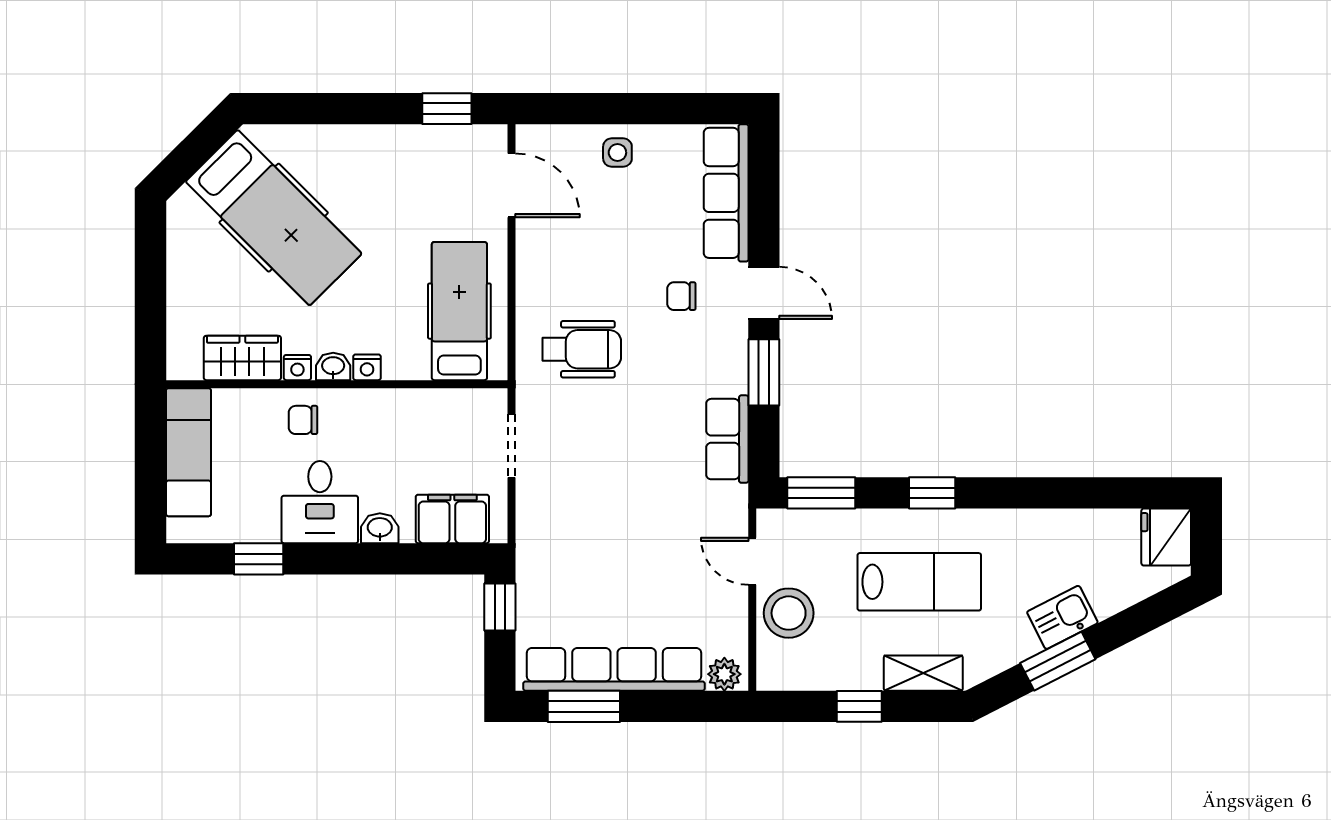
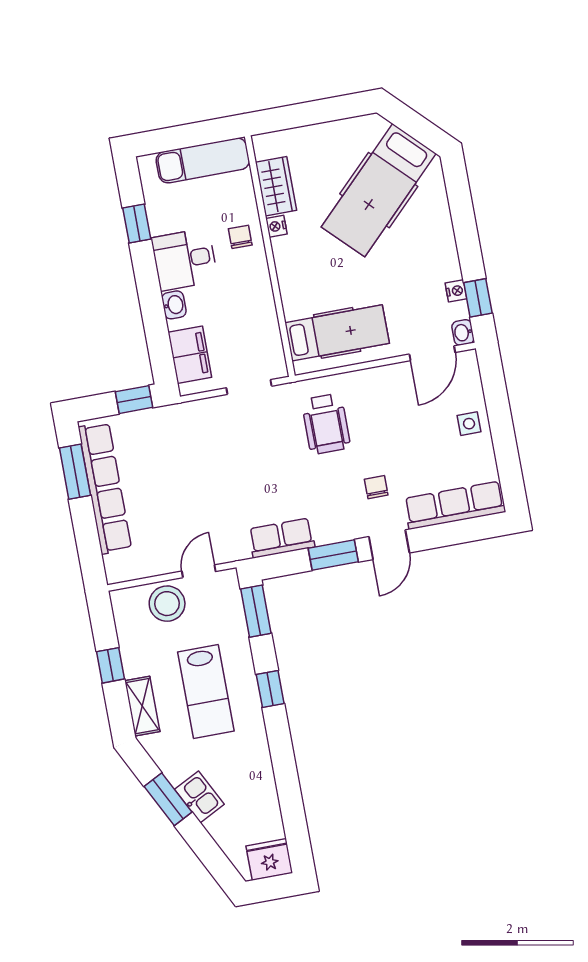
washbasin: (333, 366) -> (463, 332), moved, turned 180
nightstand: (367, 367) -> (456, 291), moved, turned 180
plant: (724, 674) -> (116, 566), removed

